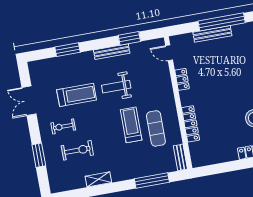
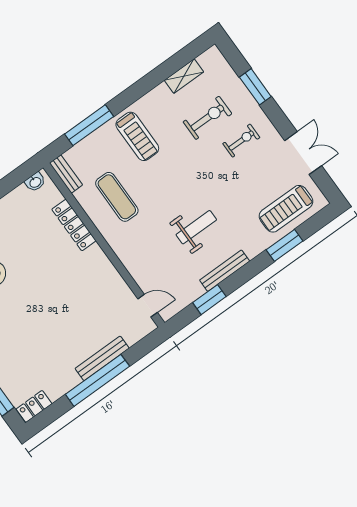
locker: (182, 79) -> (114, 279), removed
treadmill: (77, 95) -> (286, 209), moved
treadmill: (131, 125) -> (137, 136), moved
exercise bike: (77, 150) -> (207, 118), turned 180
washbasin: (202, 162) -> (35, 182), added
shelving: (98, 179) -> (184, 76), moved

